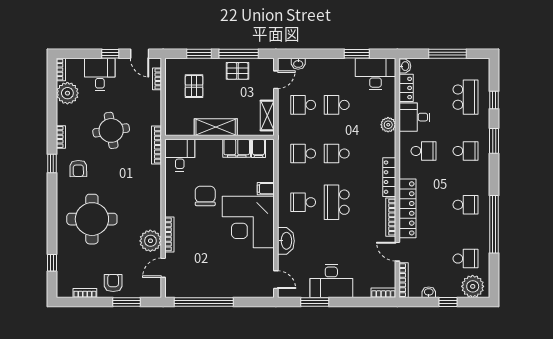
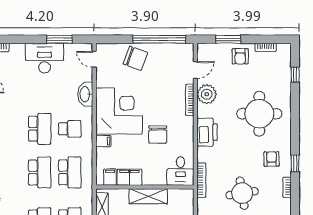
school desk: (303, 154) -> (70, 172), width x1.85
school desk: (337, 154) -> (40, 172), width x1.85
printer: (150, 198) -> (207, 132), added
chair: (230, 281) -> (135, 58), added

